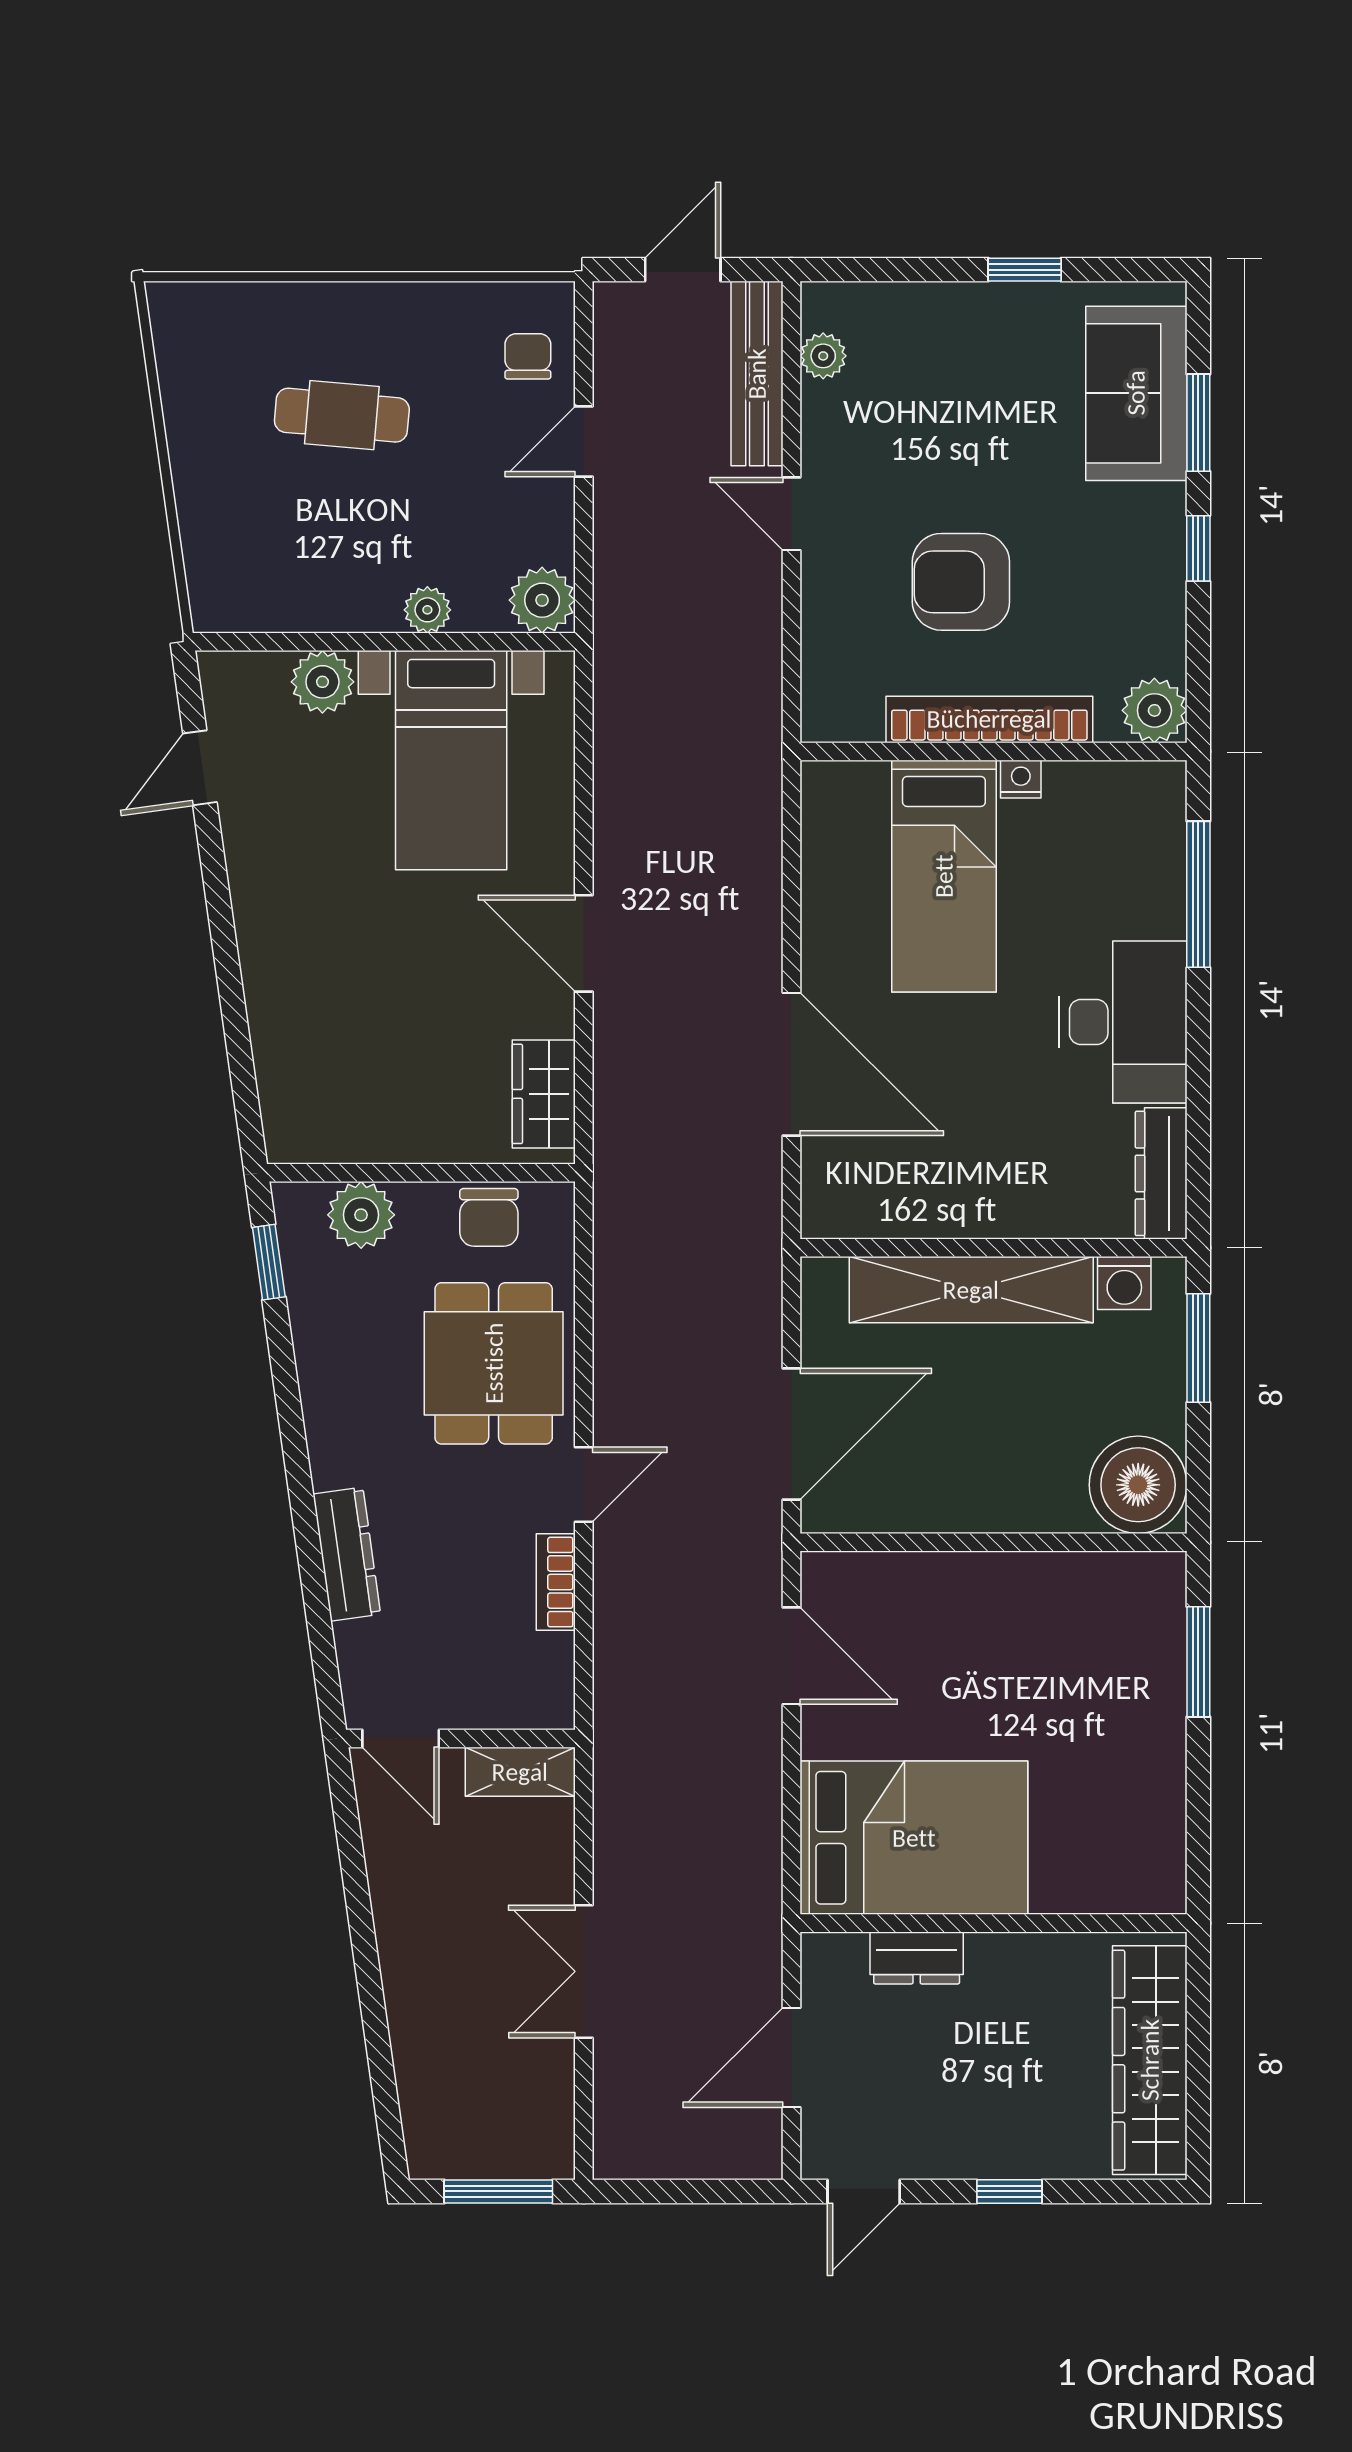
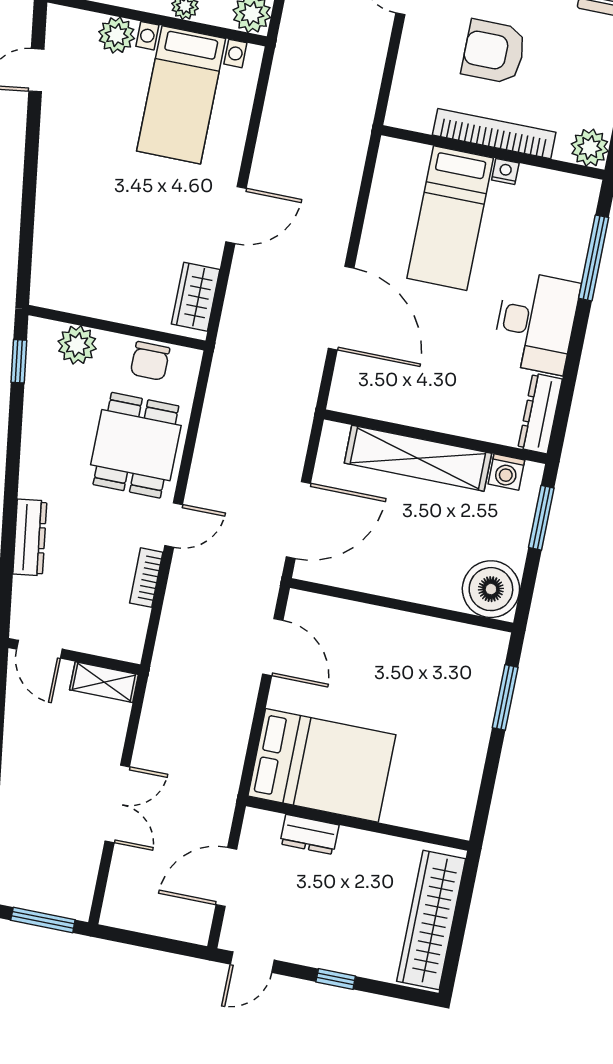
door: (584, 943) -> (236, 215), swing flipped
double door: (584, 1971) -> (117, 804), swing flipped

